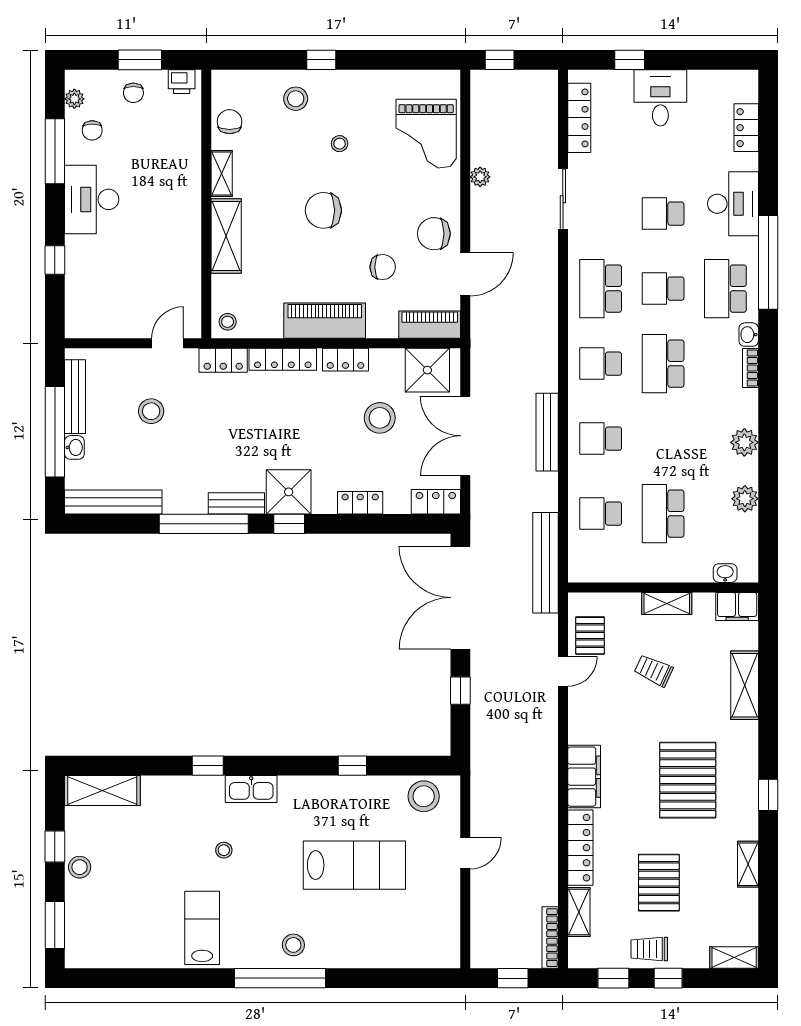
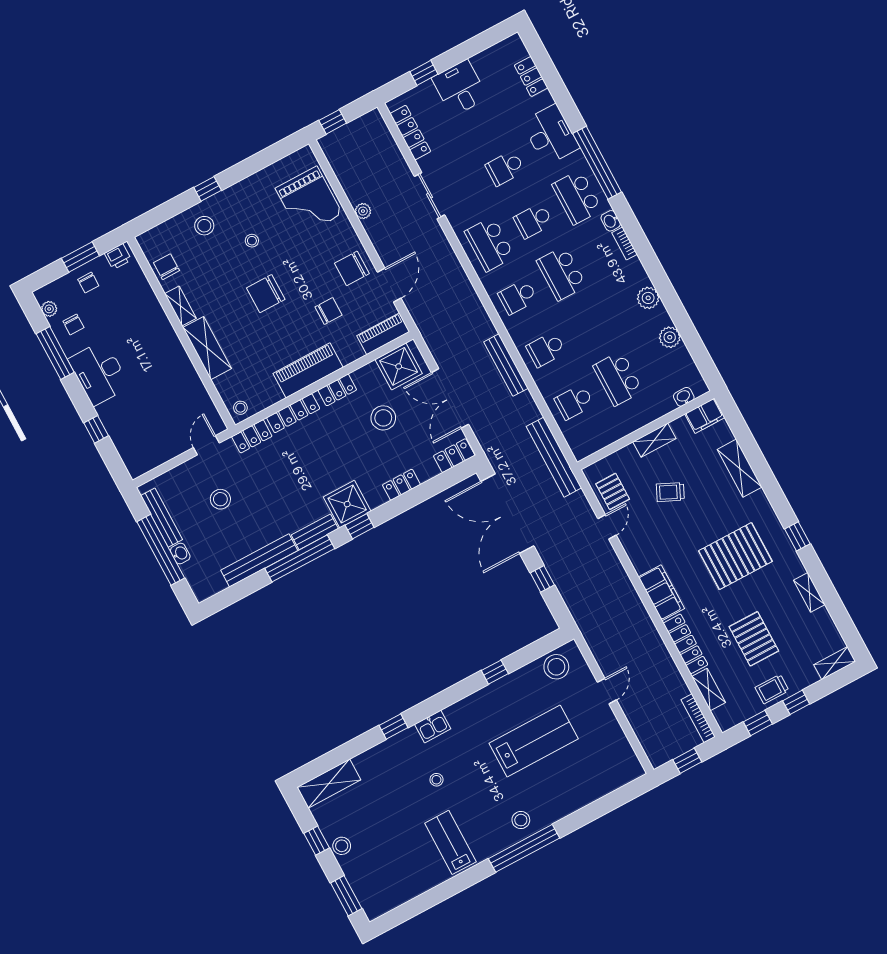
bench: (113, 502) -> (259, 560), moved
pallet: (688, 780) -> (735, 556), turned 90
kitchen sink: (251, 789) -> (433, 727), width x0.73

